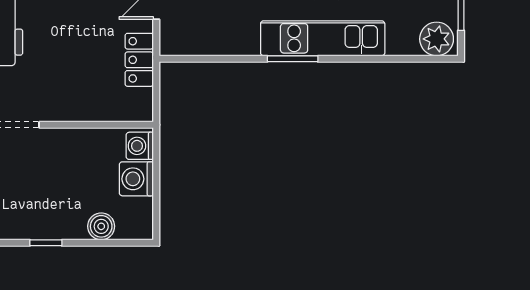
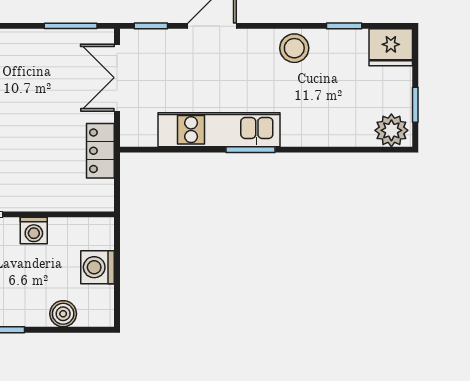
kitchen unit: (323, 38) -> (219, 130), moved
washing machine: (140, 146) -> (34, 231), moved, turned -90

